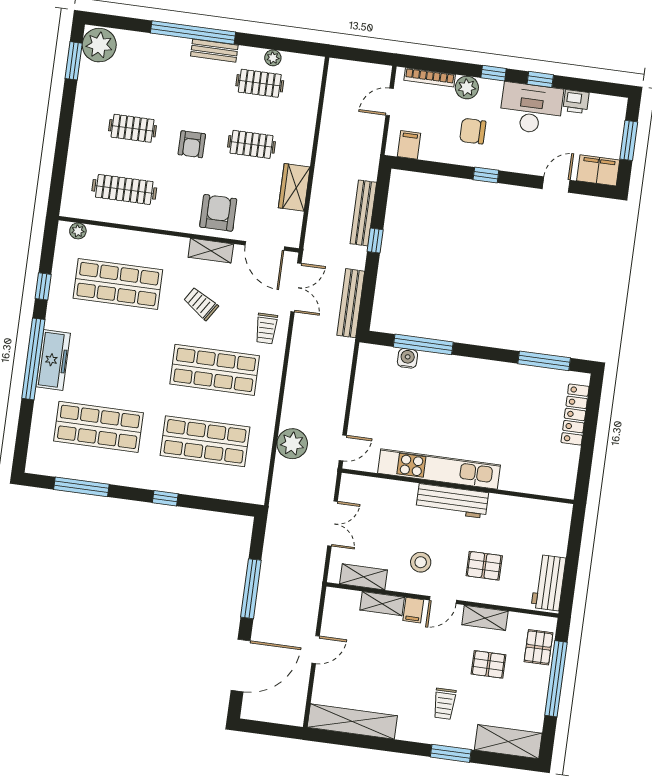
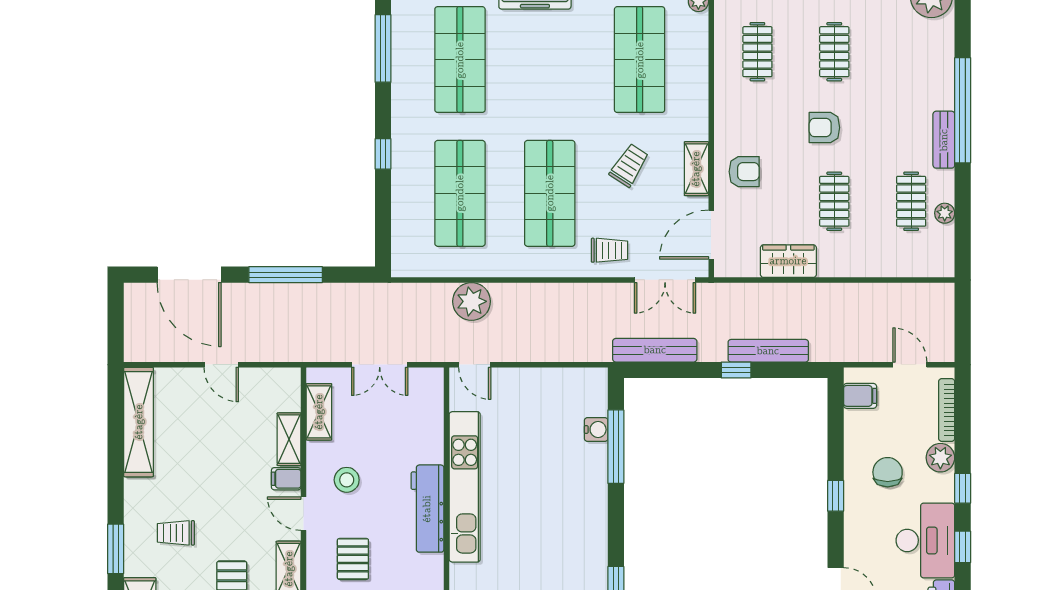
clothes rail: (124, 189) -> (757, 52), width x0.73
armchair: (218, 213) -> (744, 172), width x0.72, depth x0.72
trolley: (266, 328) -> (609, 250), turned 180

